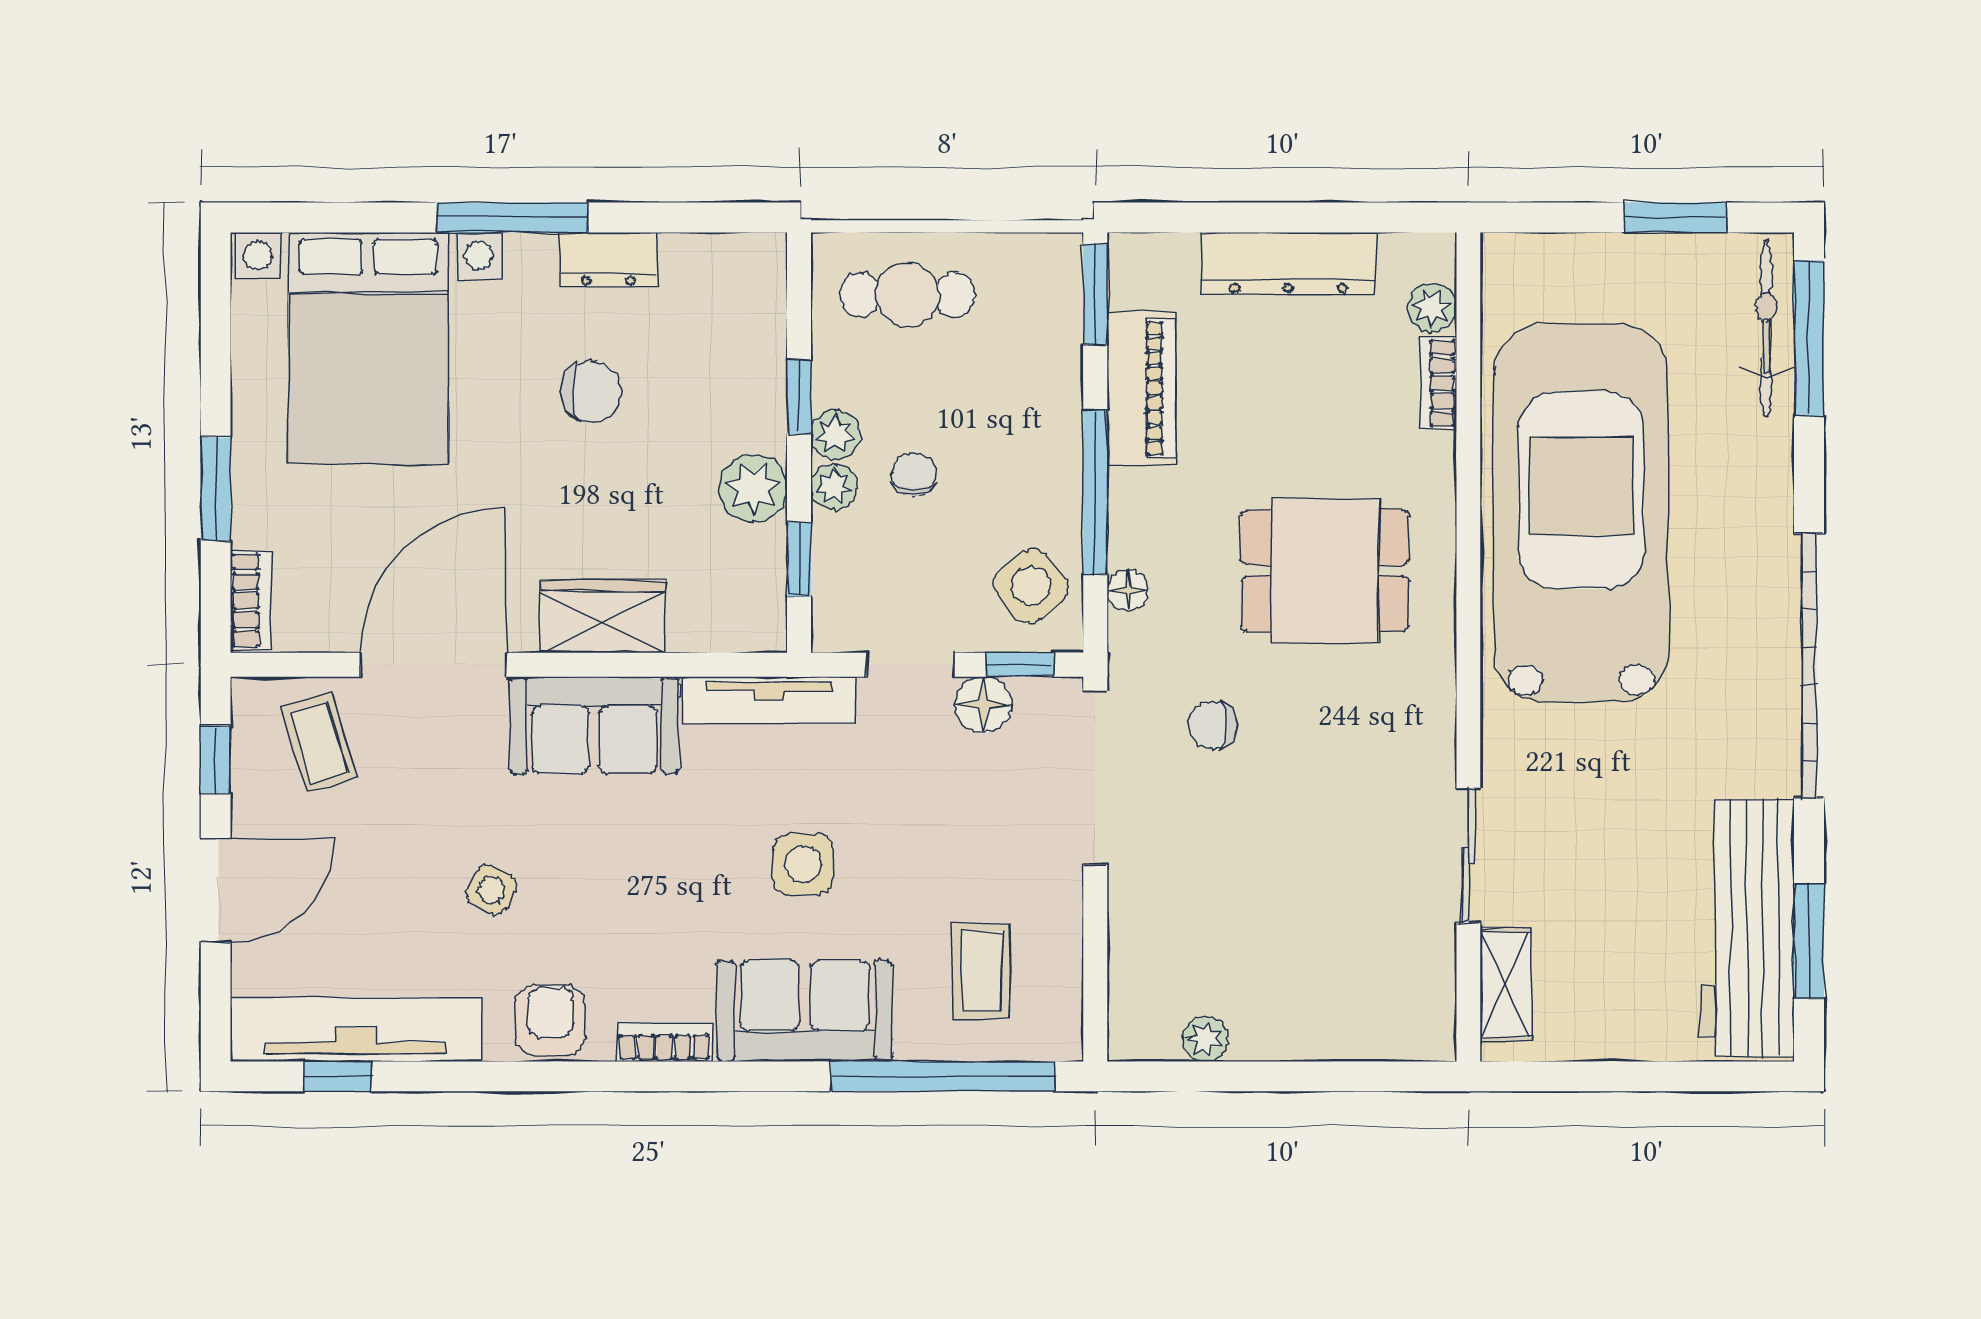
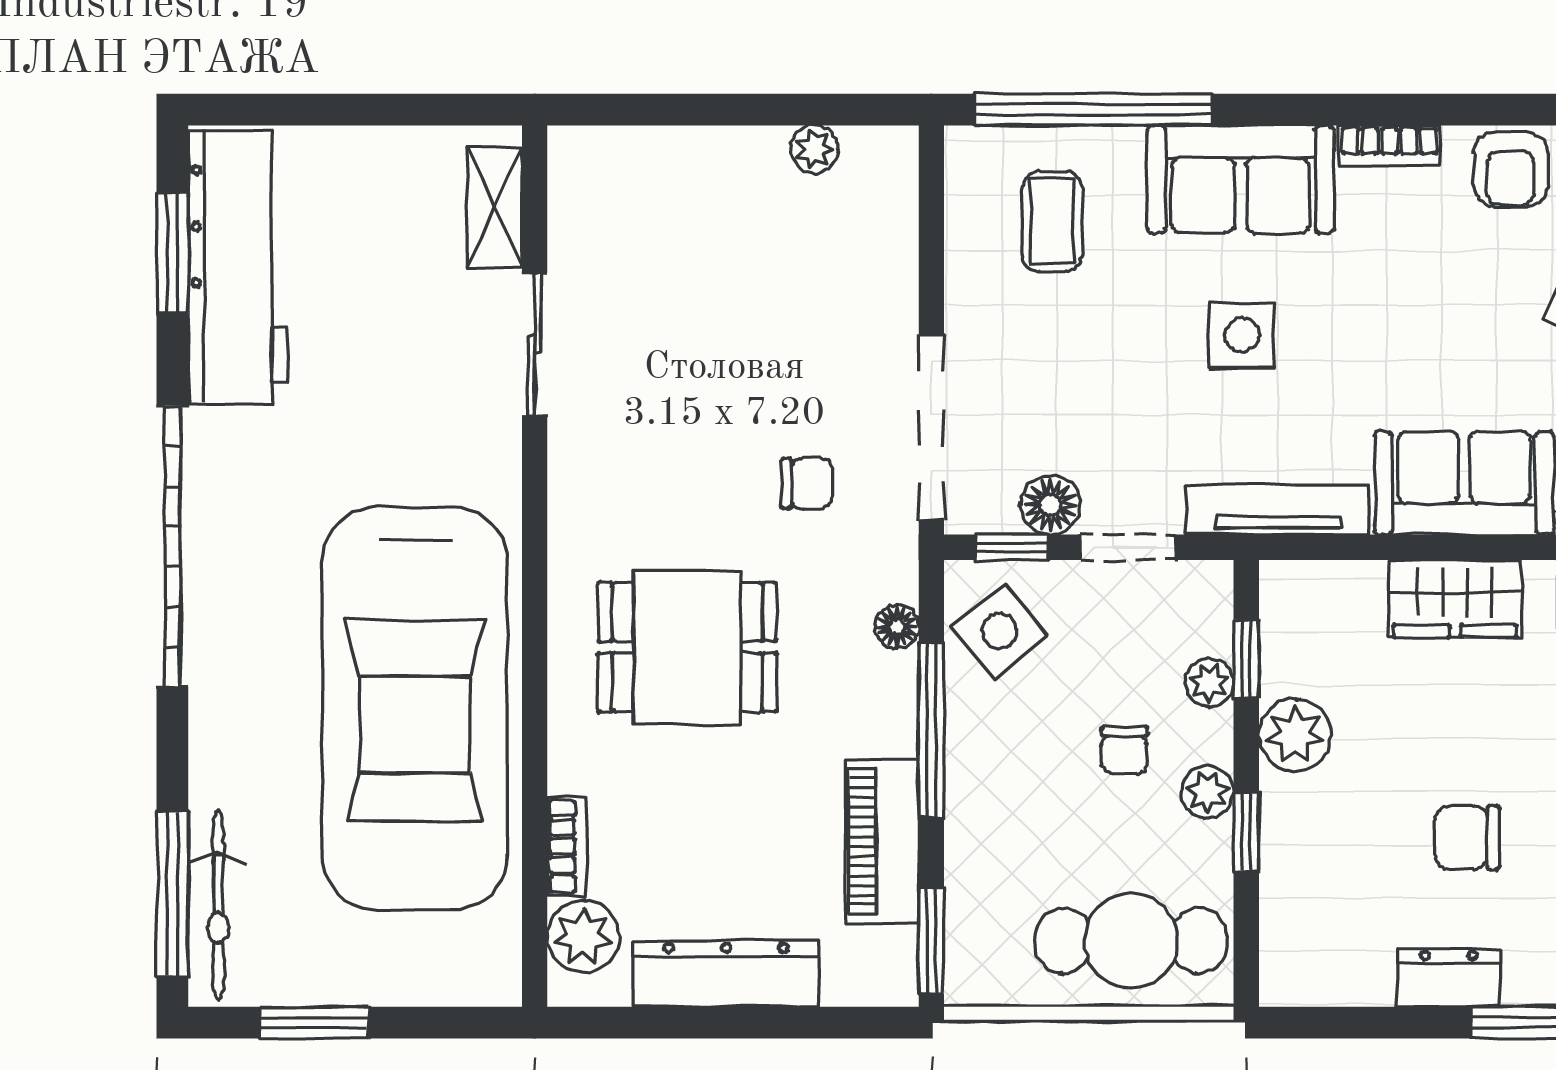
cafe table: (907, 295) -> (1131, 940), width x1.37, depth x1.35
plant: (1432, 308) -> (583, 936), width x1.38, depth x1.38
plant: (834, 487) -> (1209, 683), moved

